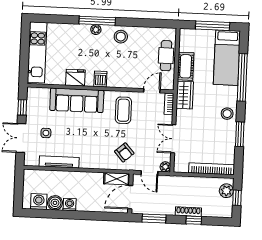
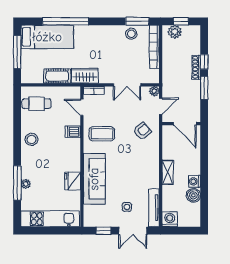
window: (97, 21) -> (17, 183), moved
plant: (96, 30) -> (26, 184), moved
cafe table: (166, 56) -> (37, 104), moved
dishwasher: (100, 79) -> (73, 132), moved
stool: (227, 114) -> (131, 34), moved
window: (240, 134) -> (137, 21), moved
tv unit: (59, 162) -> (154, 208), moved
shelving: (117, 179) -> (168, 172), moved
washing machine: (39, 202) -> (170, 219), moved, turned 90
window: (154, 218) -> (204, 88), moved

